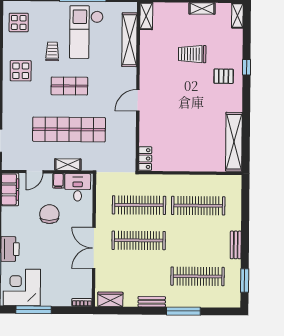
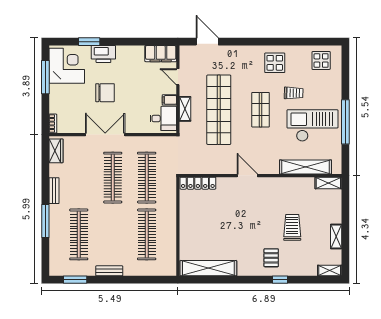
locker: (145, 159) -> (198, 183), width x1.53
chair: (49, 214) -> (105, 93), moved

